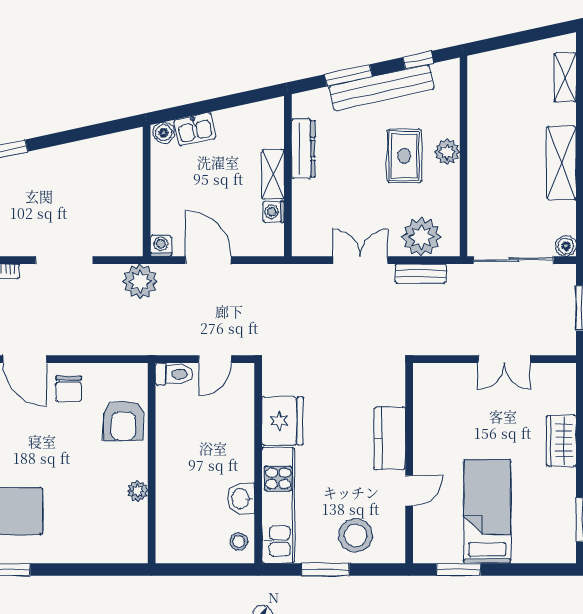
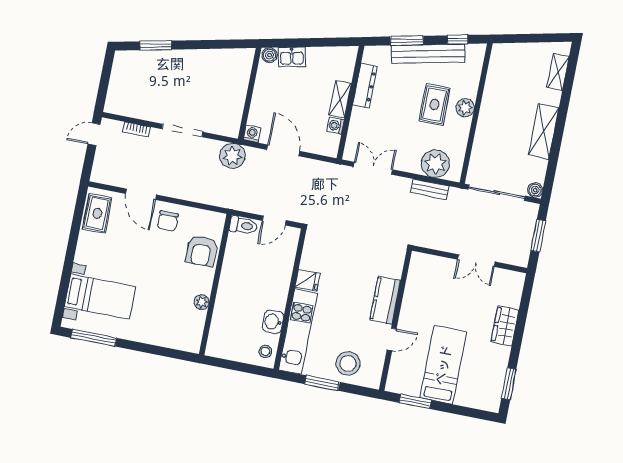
double door: (360, 260) -> (373, 168), moved
fridge: (282, 421) -> (307, 280), width x0.53, depth x0.75

